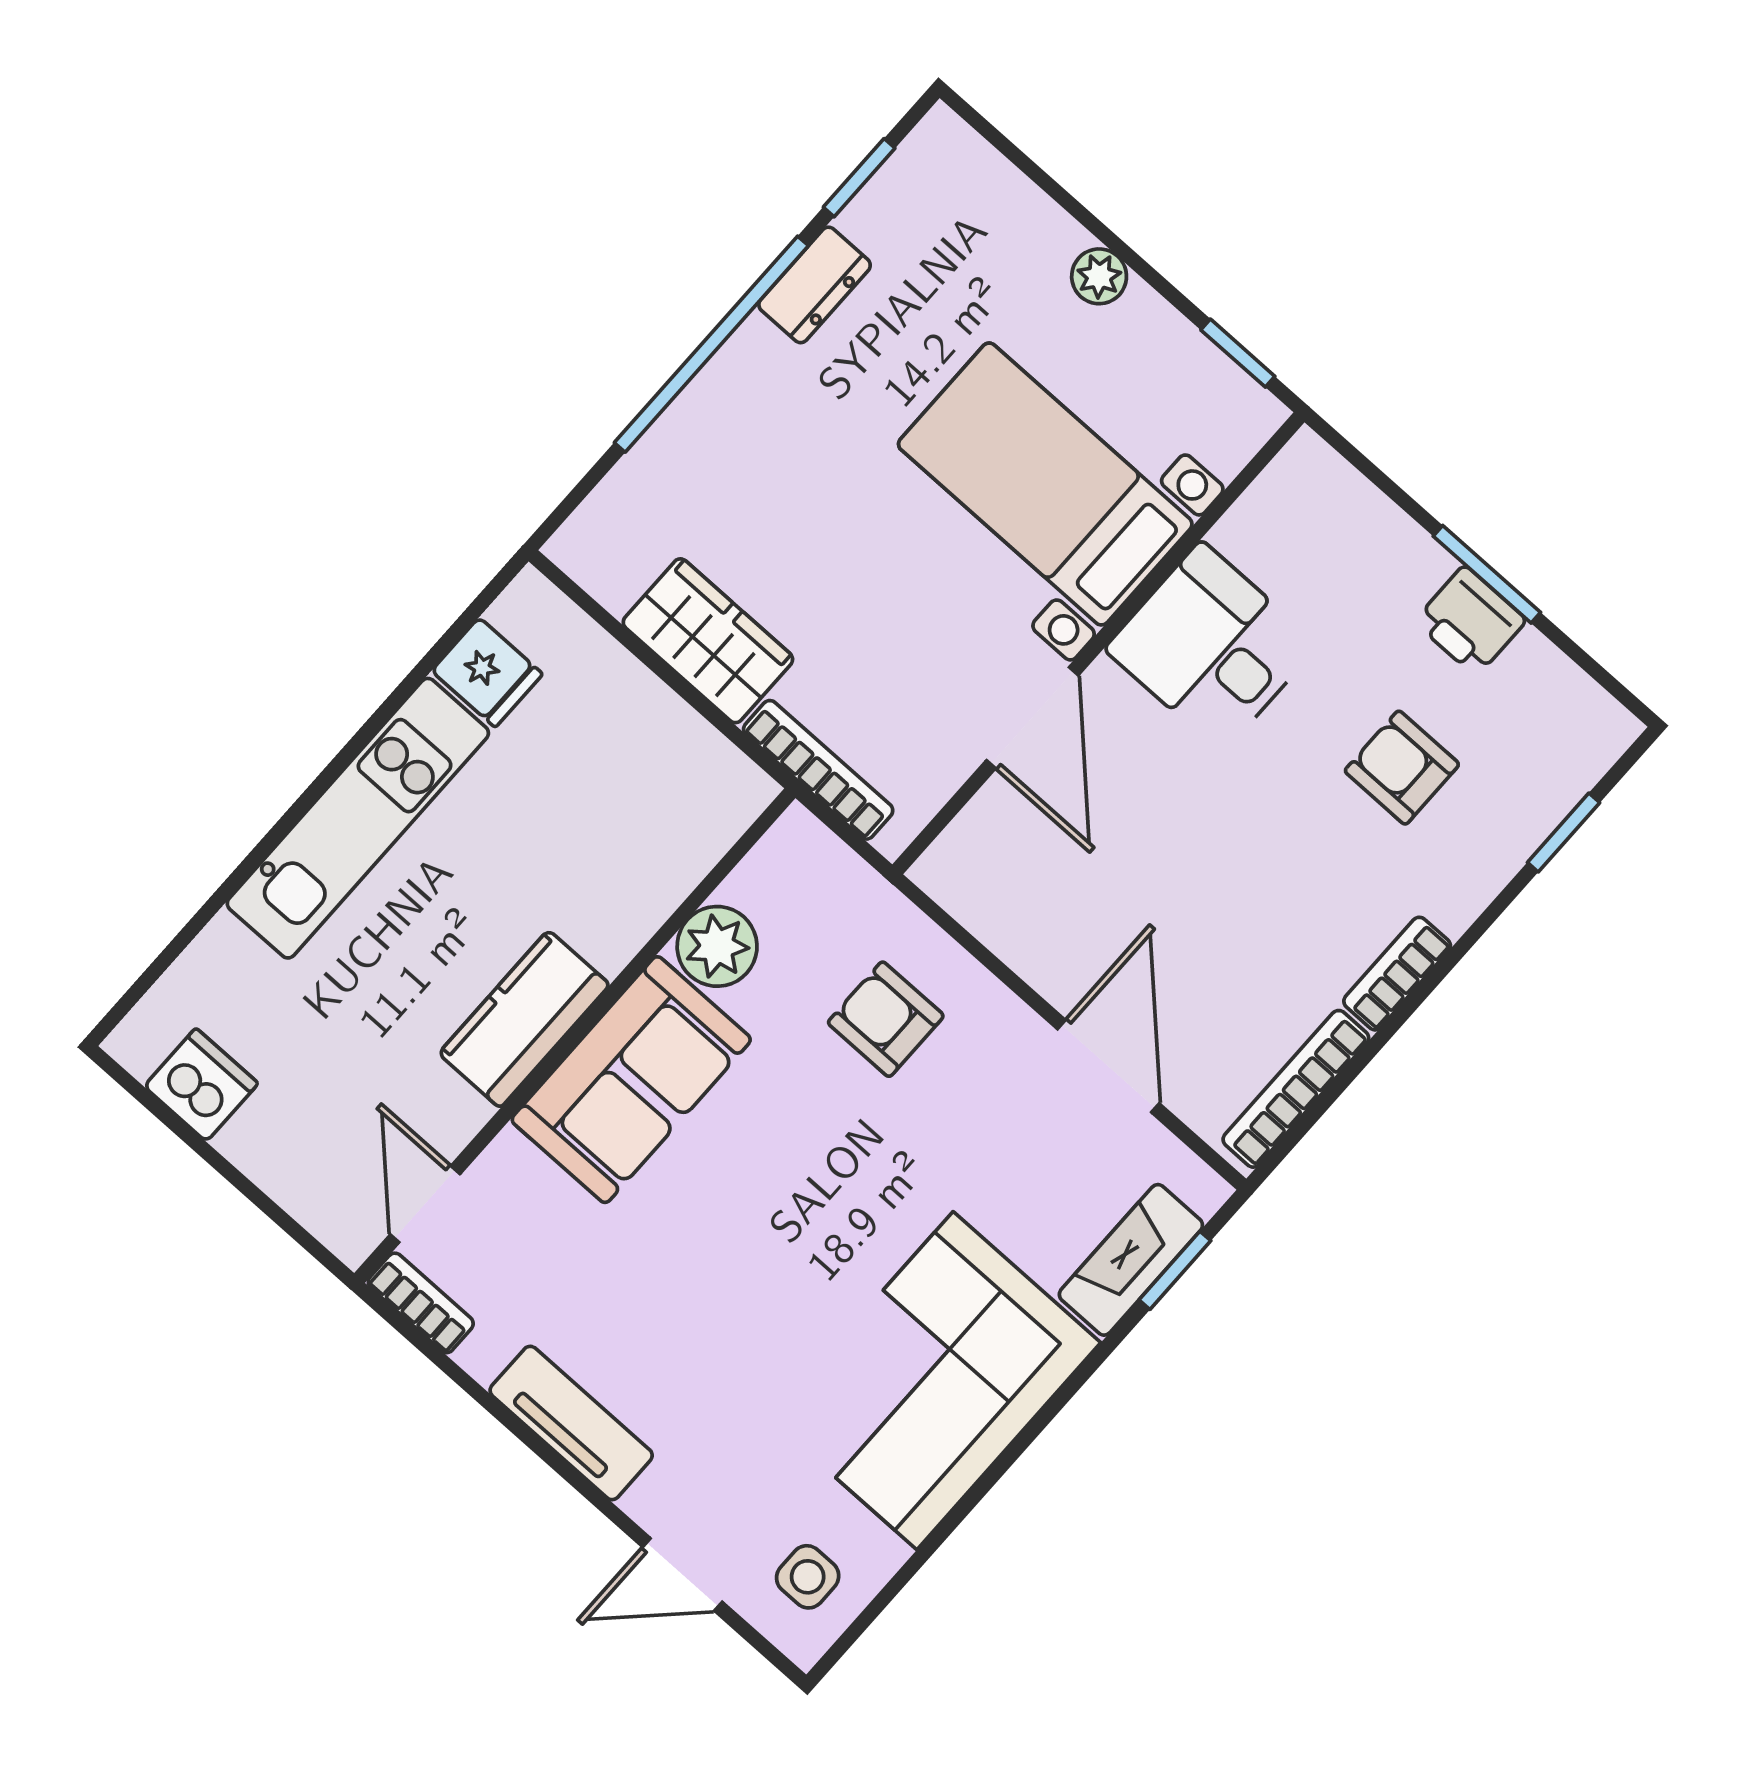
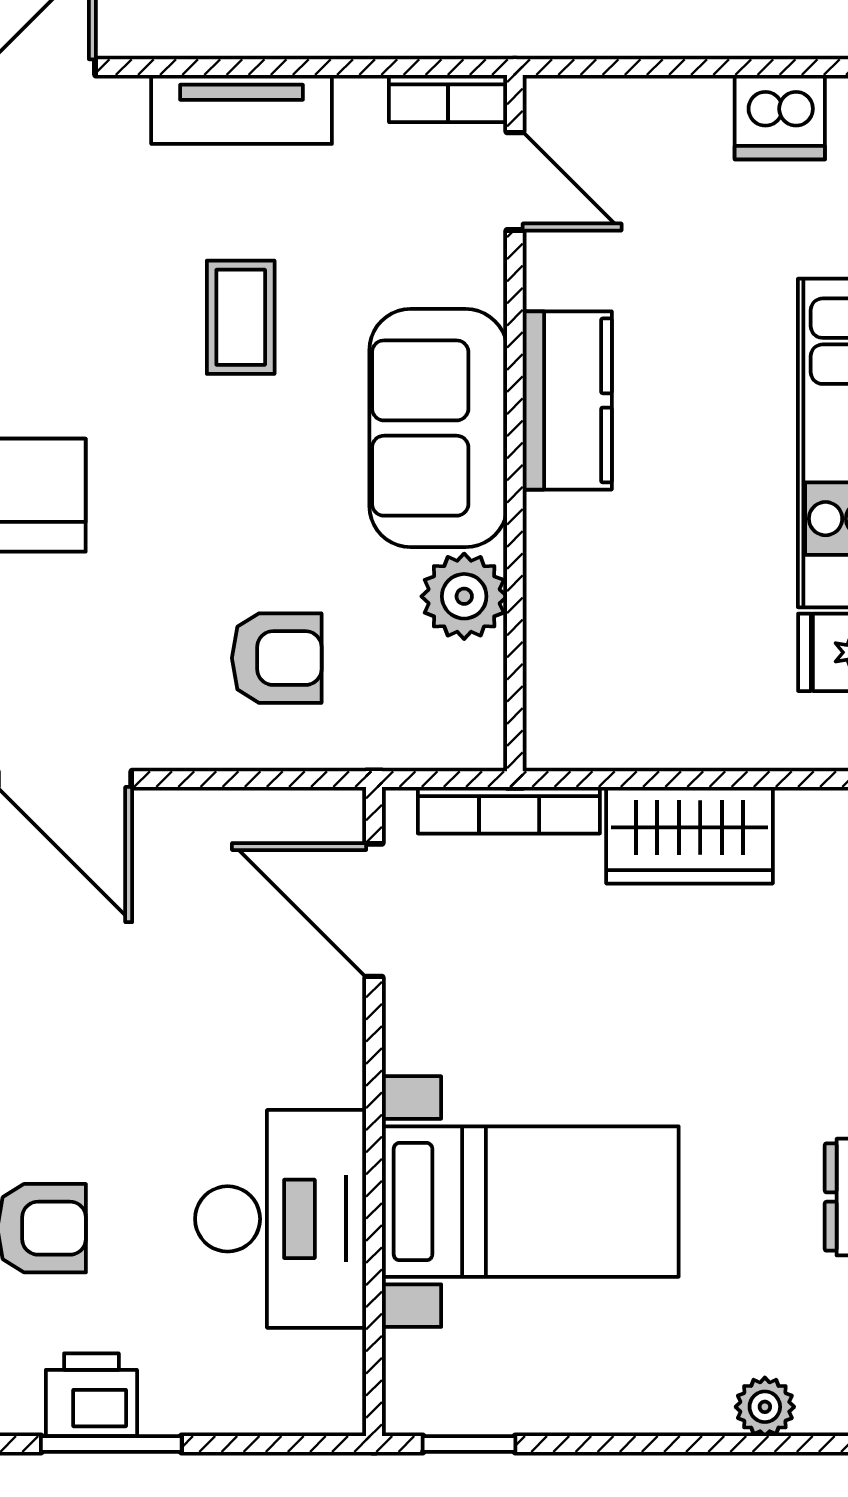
plant: (1099, 276) -> (765, 1407), moved
desk: (1212, 647) -> (281, 1219), width x1.37
door: (1032, 718) -> (374, 910), moved
coffee table: (700, 1279) -> (241, 317), added

